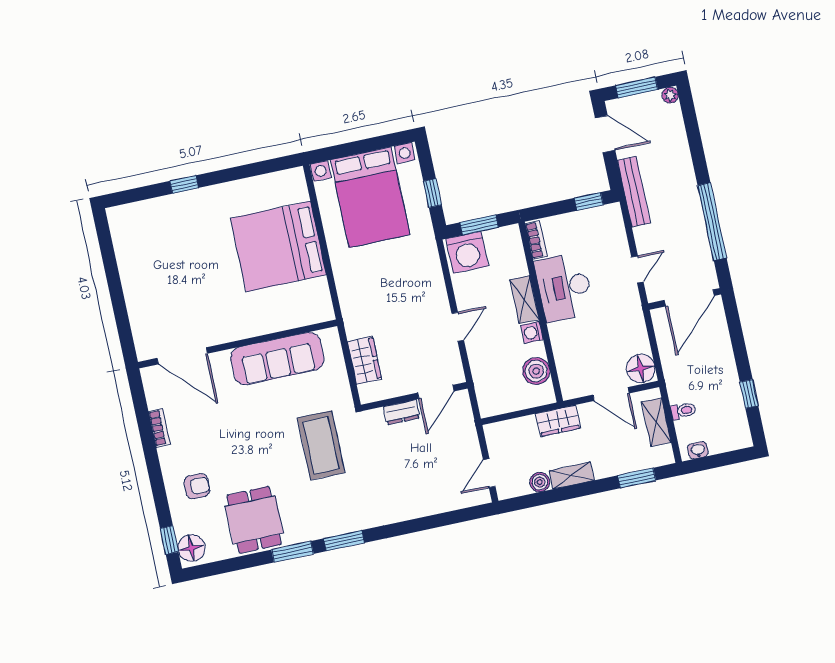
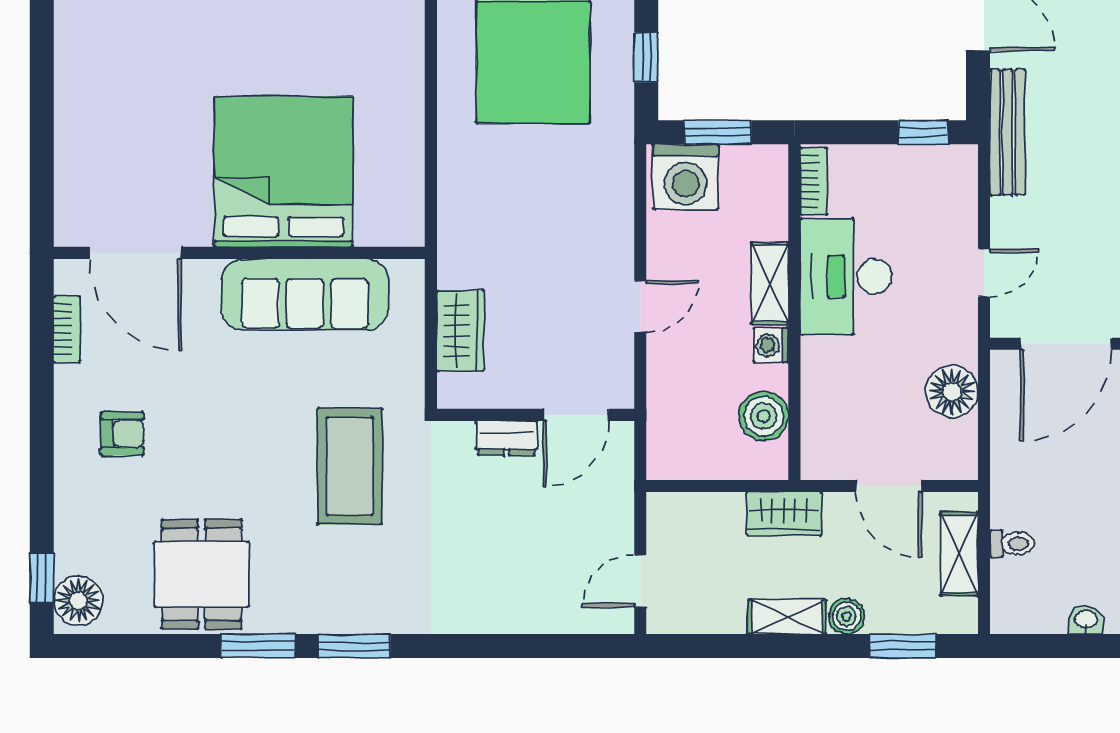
bed: (278, 247) -> (284, 172), moved, turned 90
floor lamp: (641, 368) -> (952, 391), moved
bookcase: (159, 428) -> (67, 329), moved
washbasin: (698, 450) -> (1086, 620), moved
boiler: (540, 482) -> (847, 616), moved
armchair: (197, 486) -> (122, 434), moved

